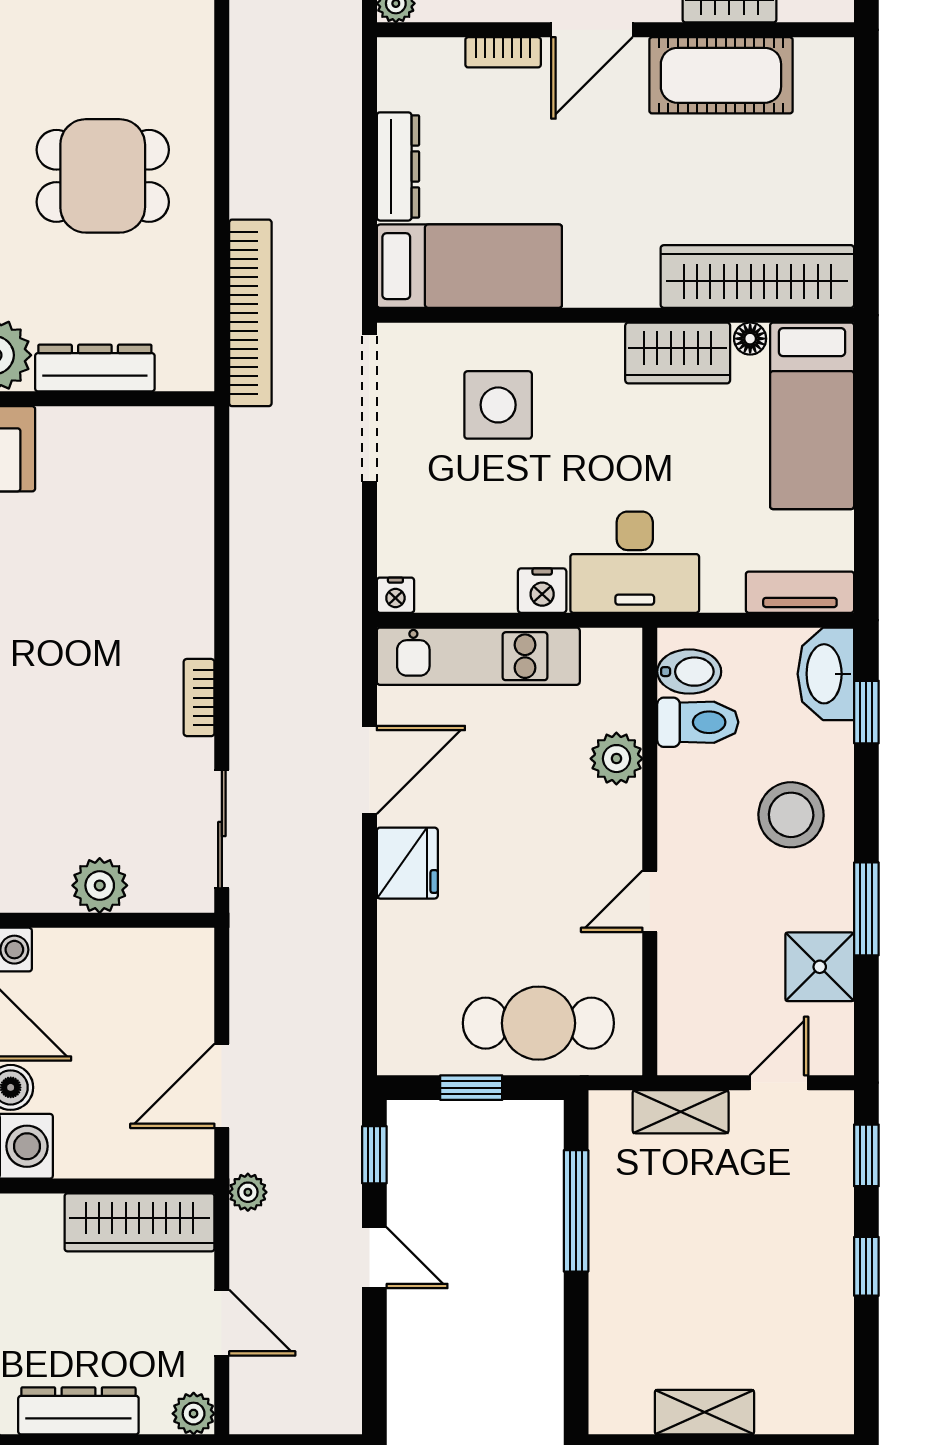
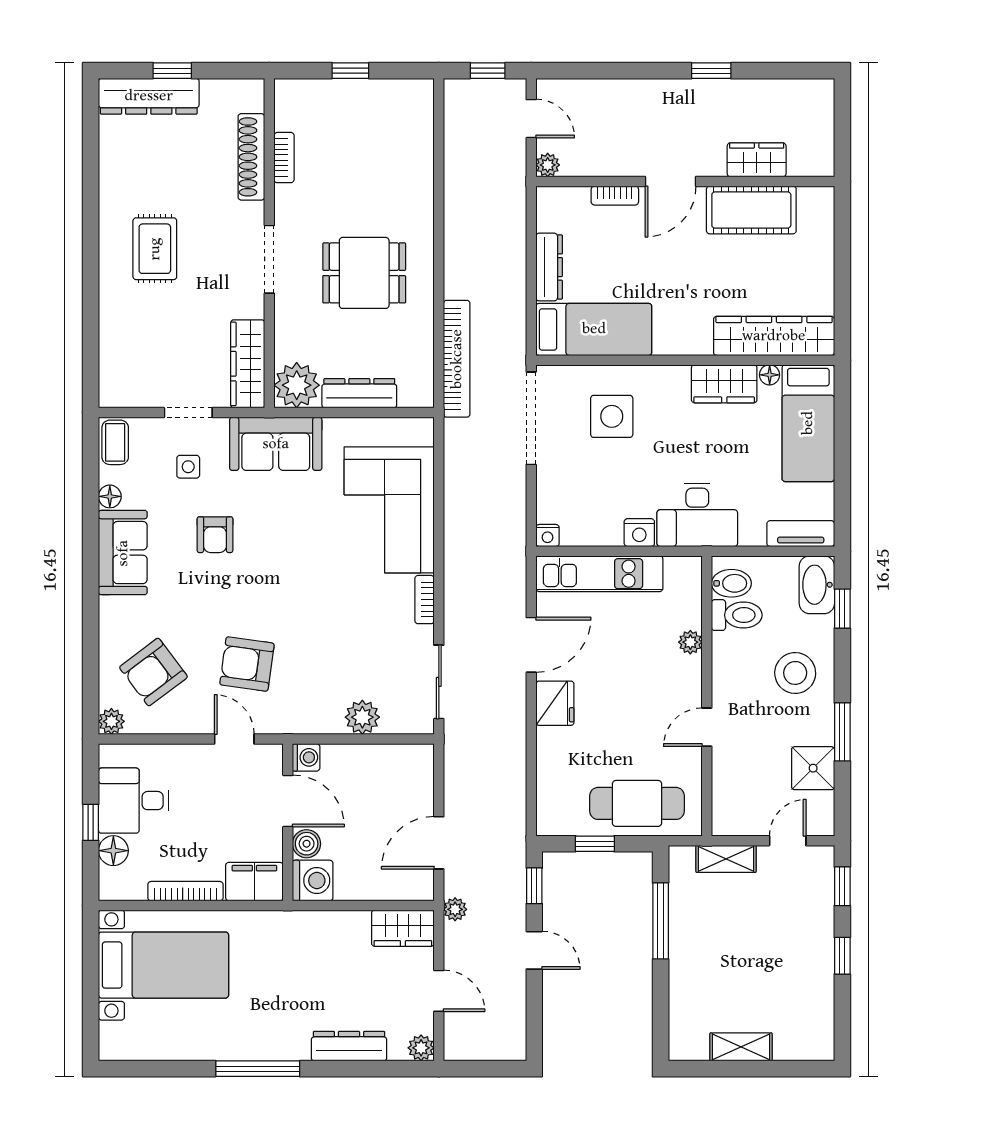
corner sofa: (143, 554) -> (389, 510), added
plant: (616, 759) -> (690, 642), width x0.73, depth x0.73
wardrobe: (139, 1222) -> (403, 928), width x0.67

